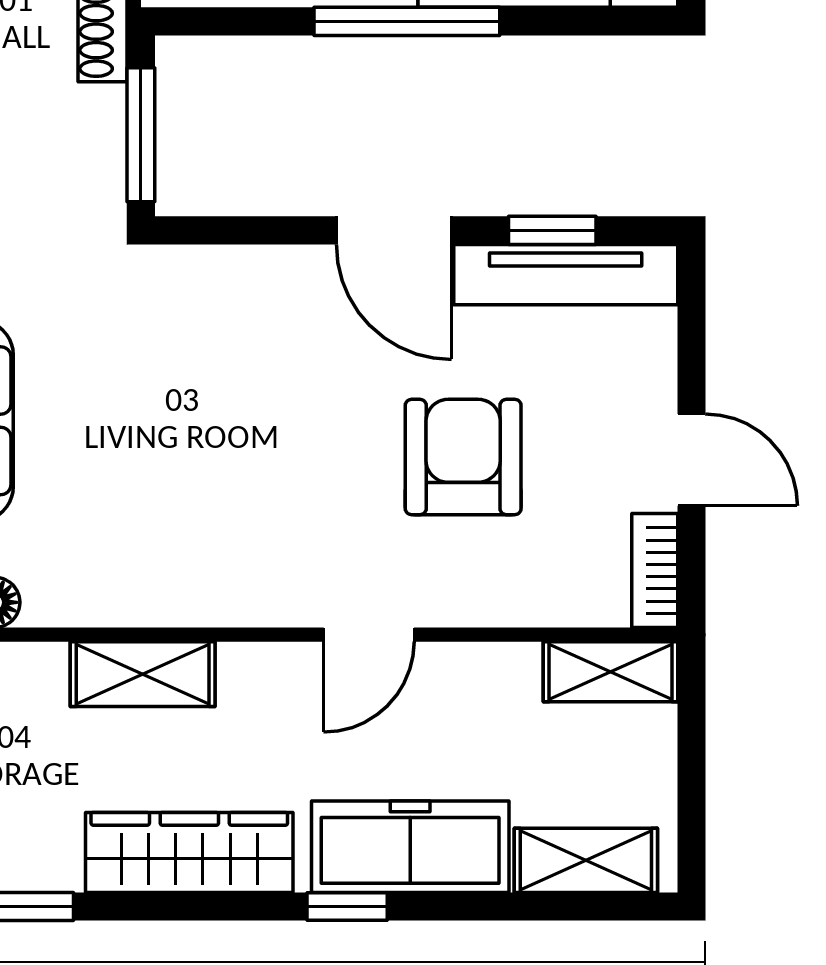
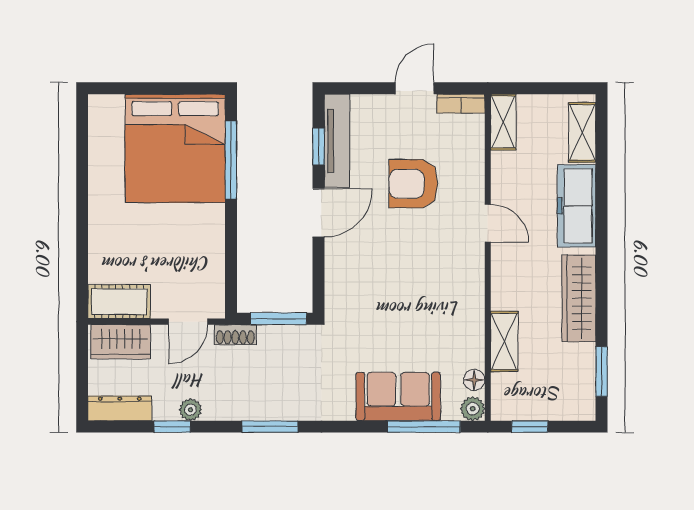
window: (407, 21) -> (231, 160), moved
shelving: (143, 674) -> (504, 342), moved
window: (347, 907) -> (602, 232), removed

